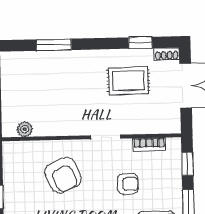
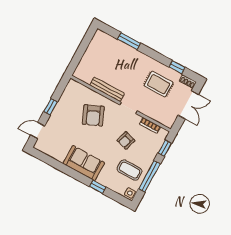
bench: (61, 128) -> (107, 89), added
plant: (25, 129) -> (87, 78), removed
armchair: (128, 184) -> (126, 140), turned 107

